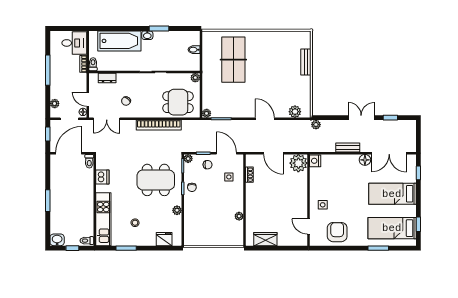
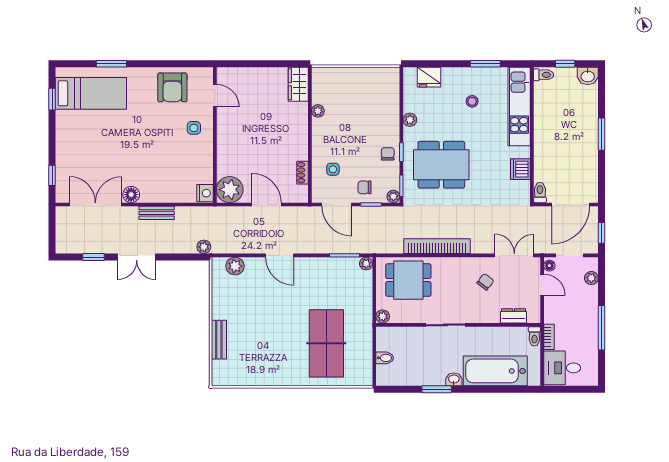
bed: (392, 194) -> (90, 144), removed
wardrobe: (265, 239) -> (298, 84), moved, turned 90

